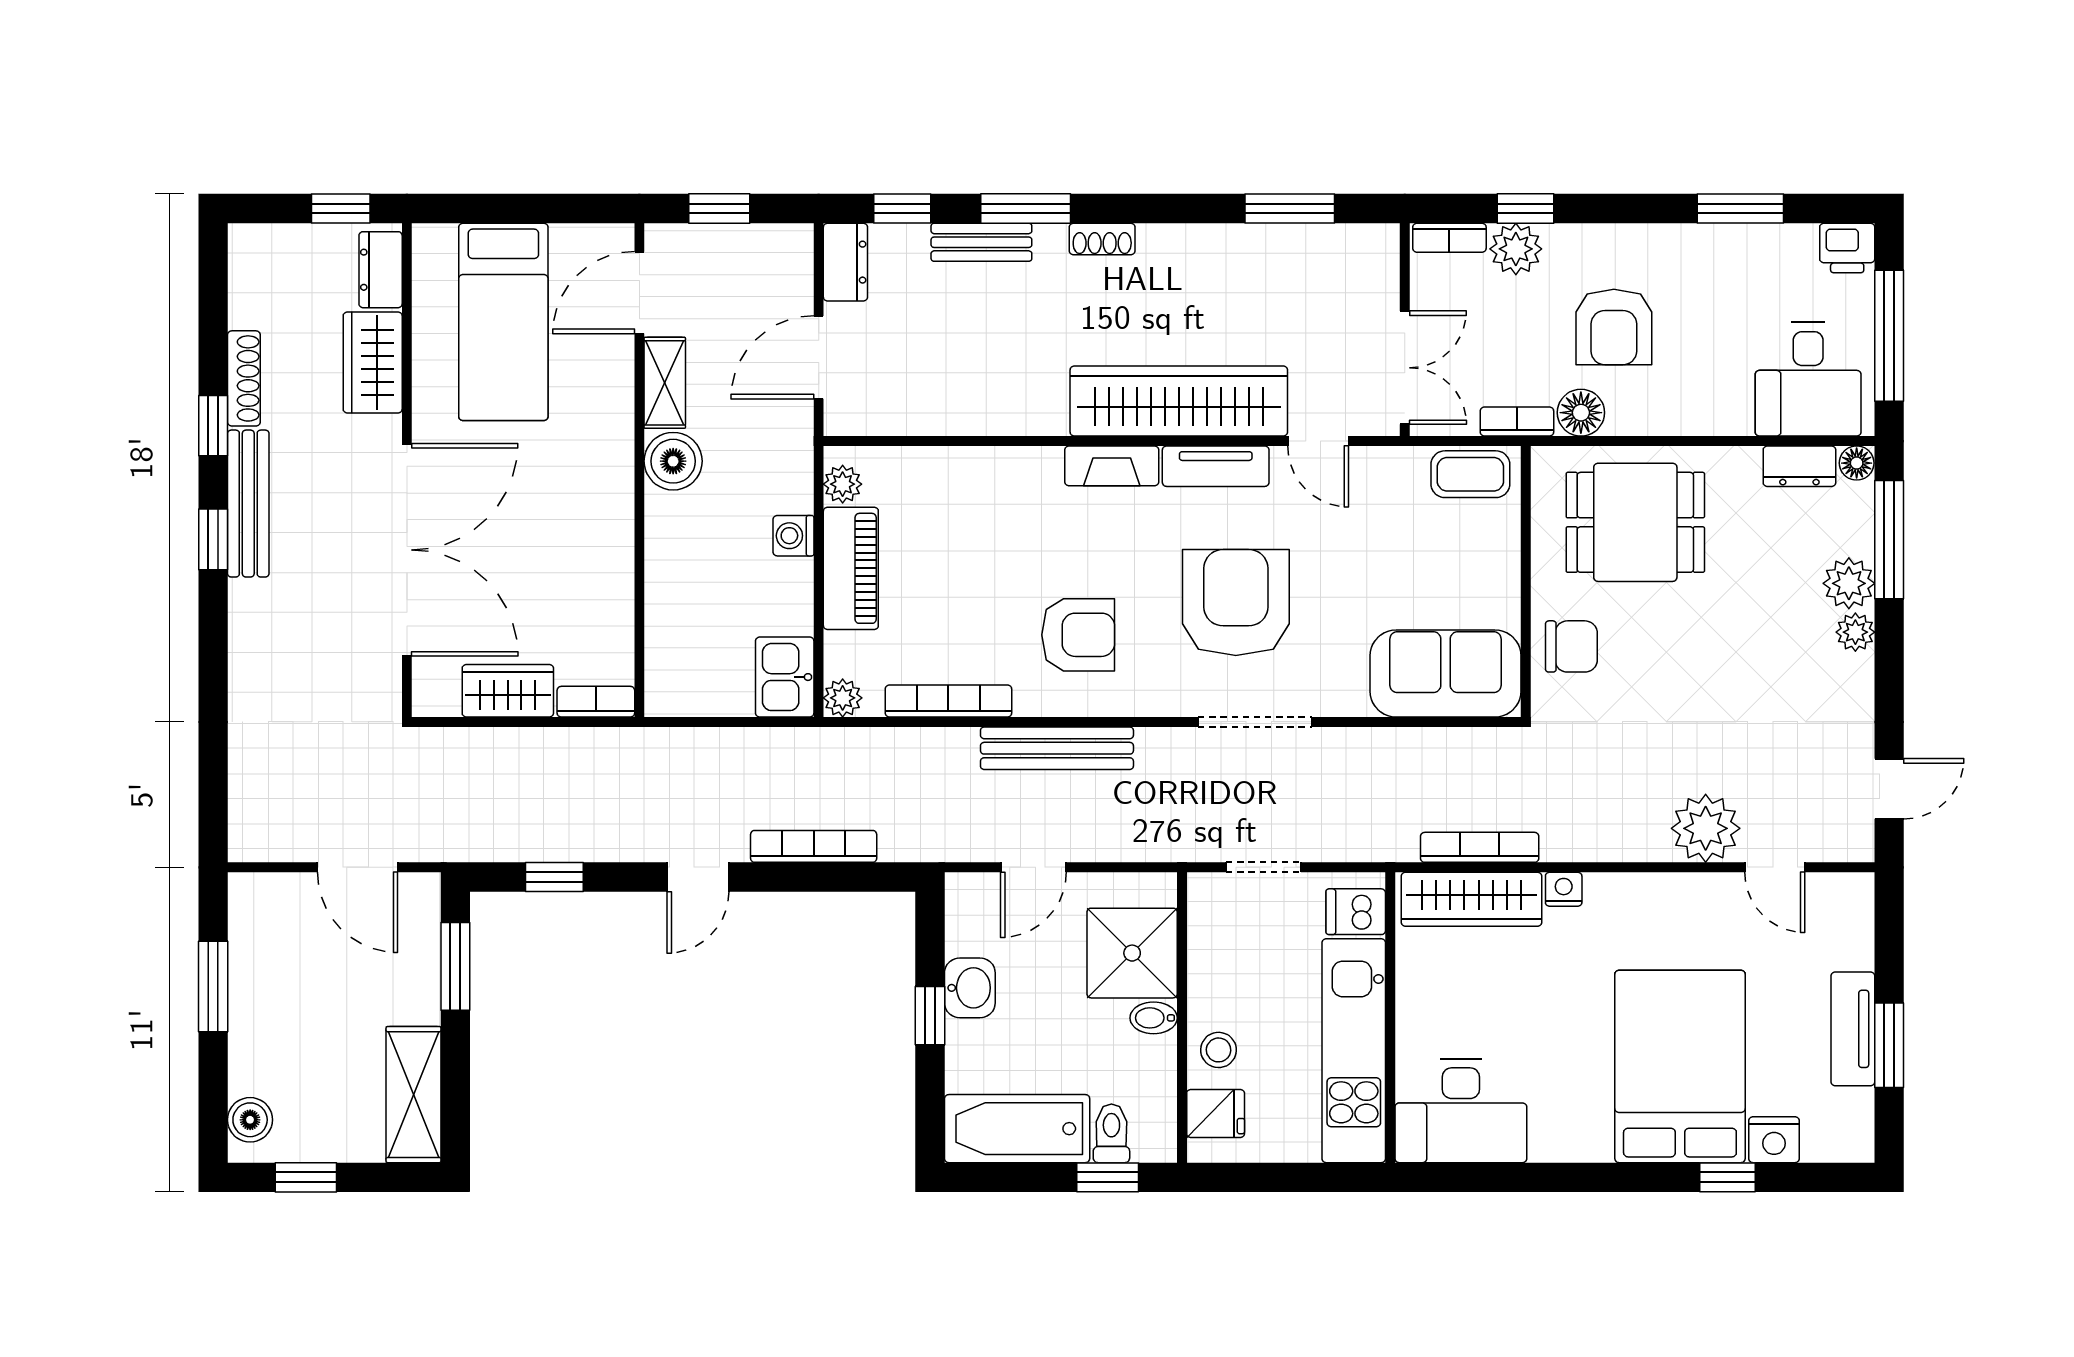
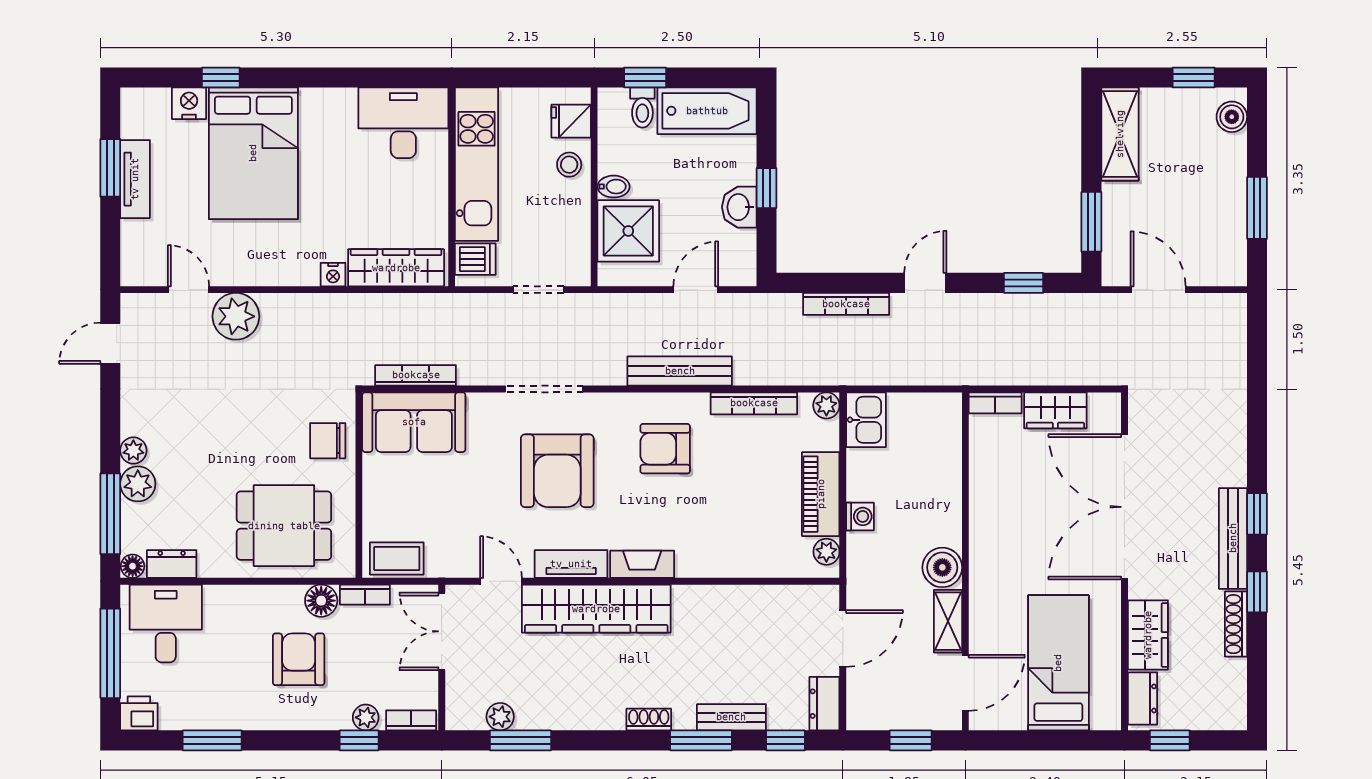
plant: (1319, 243) -> (500, 717), added
plant: (1516, 249) -> (366, 717), width x0.73, depth x0.73
bookcase: (1480, 847) -> (416, 375), moved, turned 180

